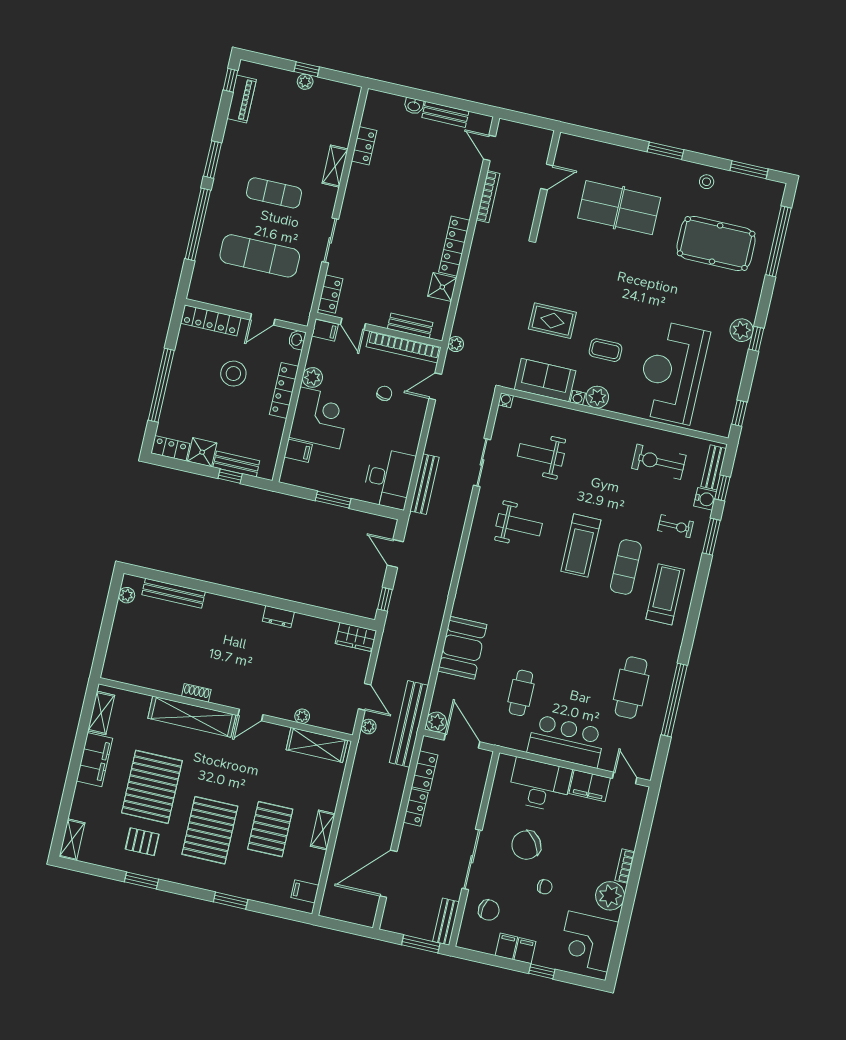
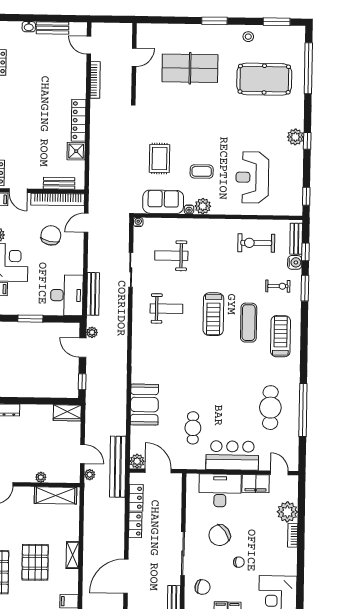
rug: (552, 321) -> (159, 159), turned 90
plant: (456, 344) -> (92, 332), moved
reception desk: (672, 372) -> (252, 177), width x0.74, depth x0.77
chair: (384, 393) -> (51, 235), width x1.87, depth x1.87
plant: (610, 896) -> (287, 512), moved

